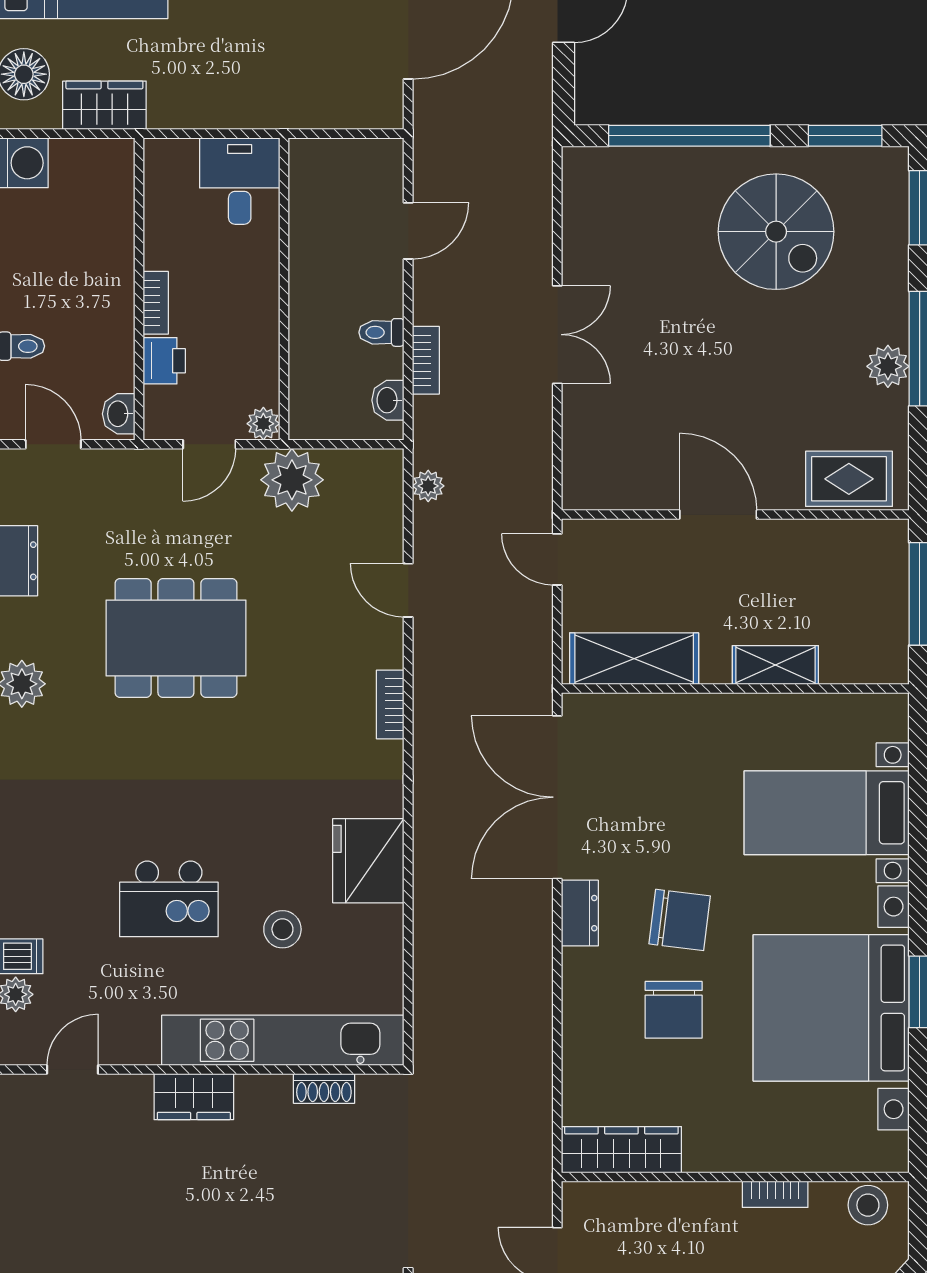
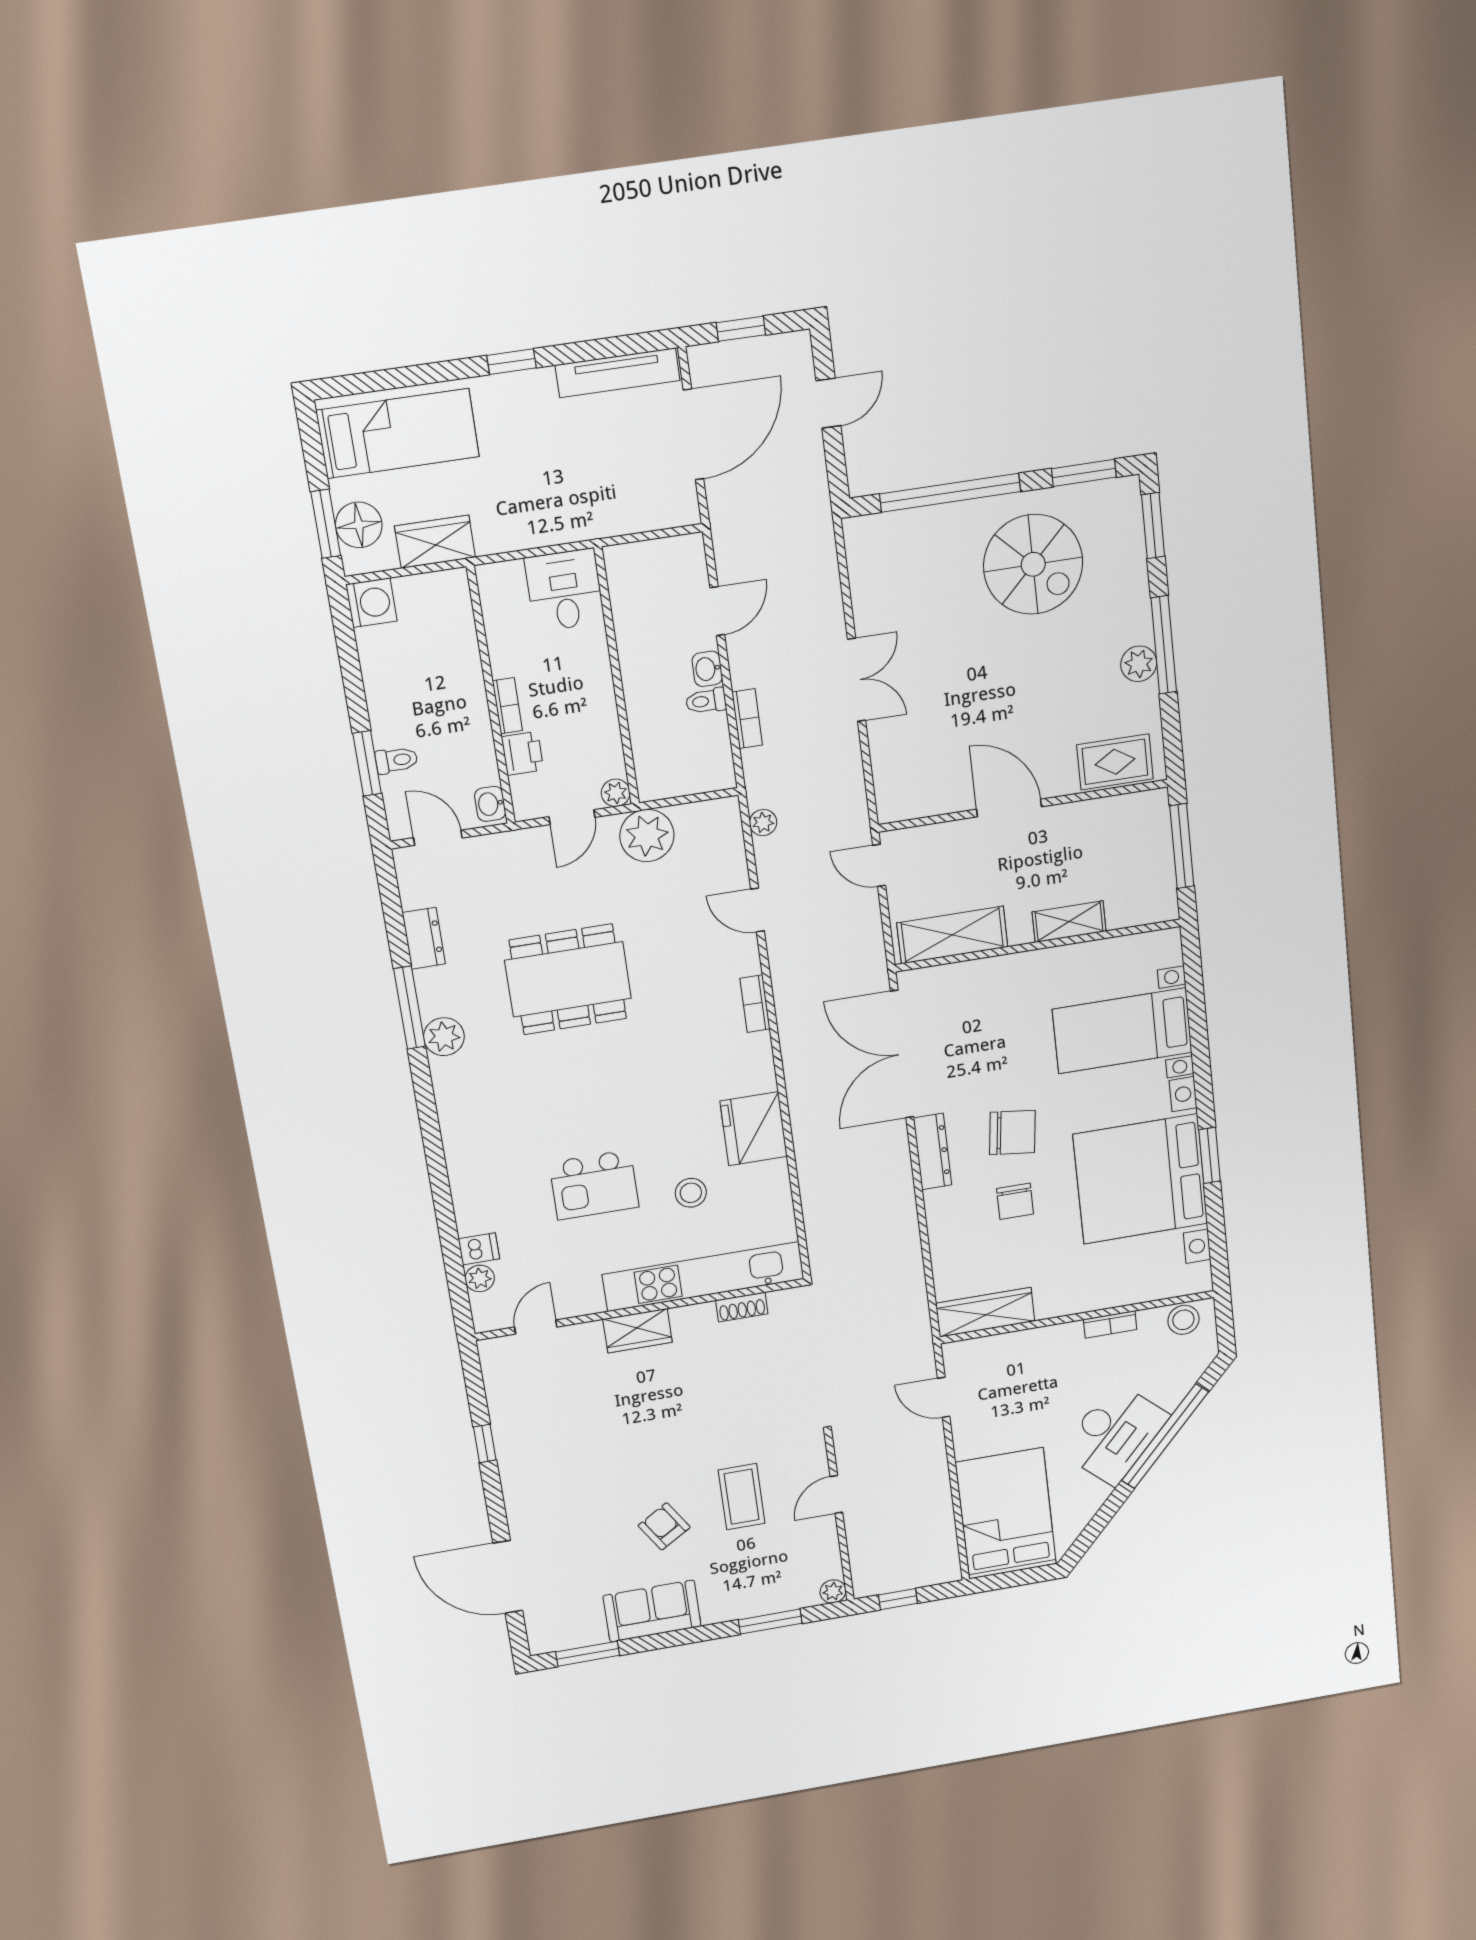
washbasin: (388, 400) -> (707, 669), moved
dresser: (580, 913) -> (932, 1152), width x1.44
chair: (674, 1010) -> (1015, 1201), width x0.73, depth x0.73

